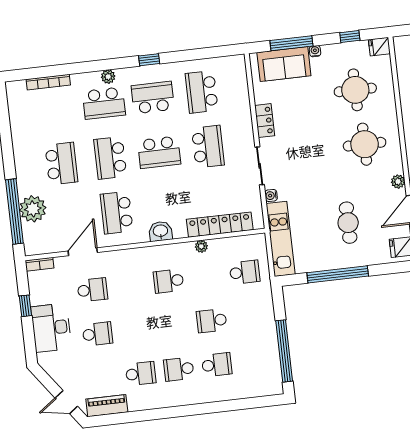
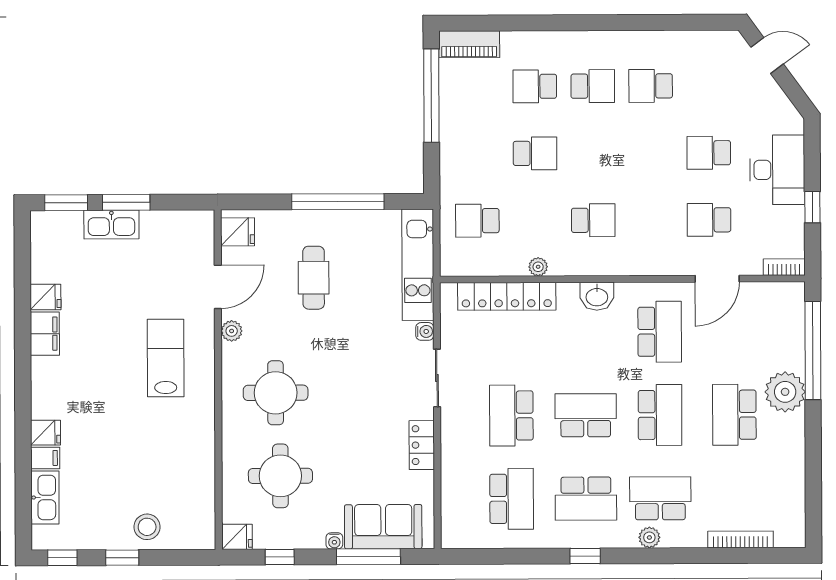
plant: (33, 209) -> (785, 392), moved
piano: (107, 406) -> (469, 44), moved

